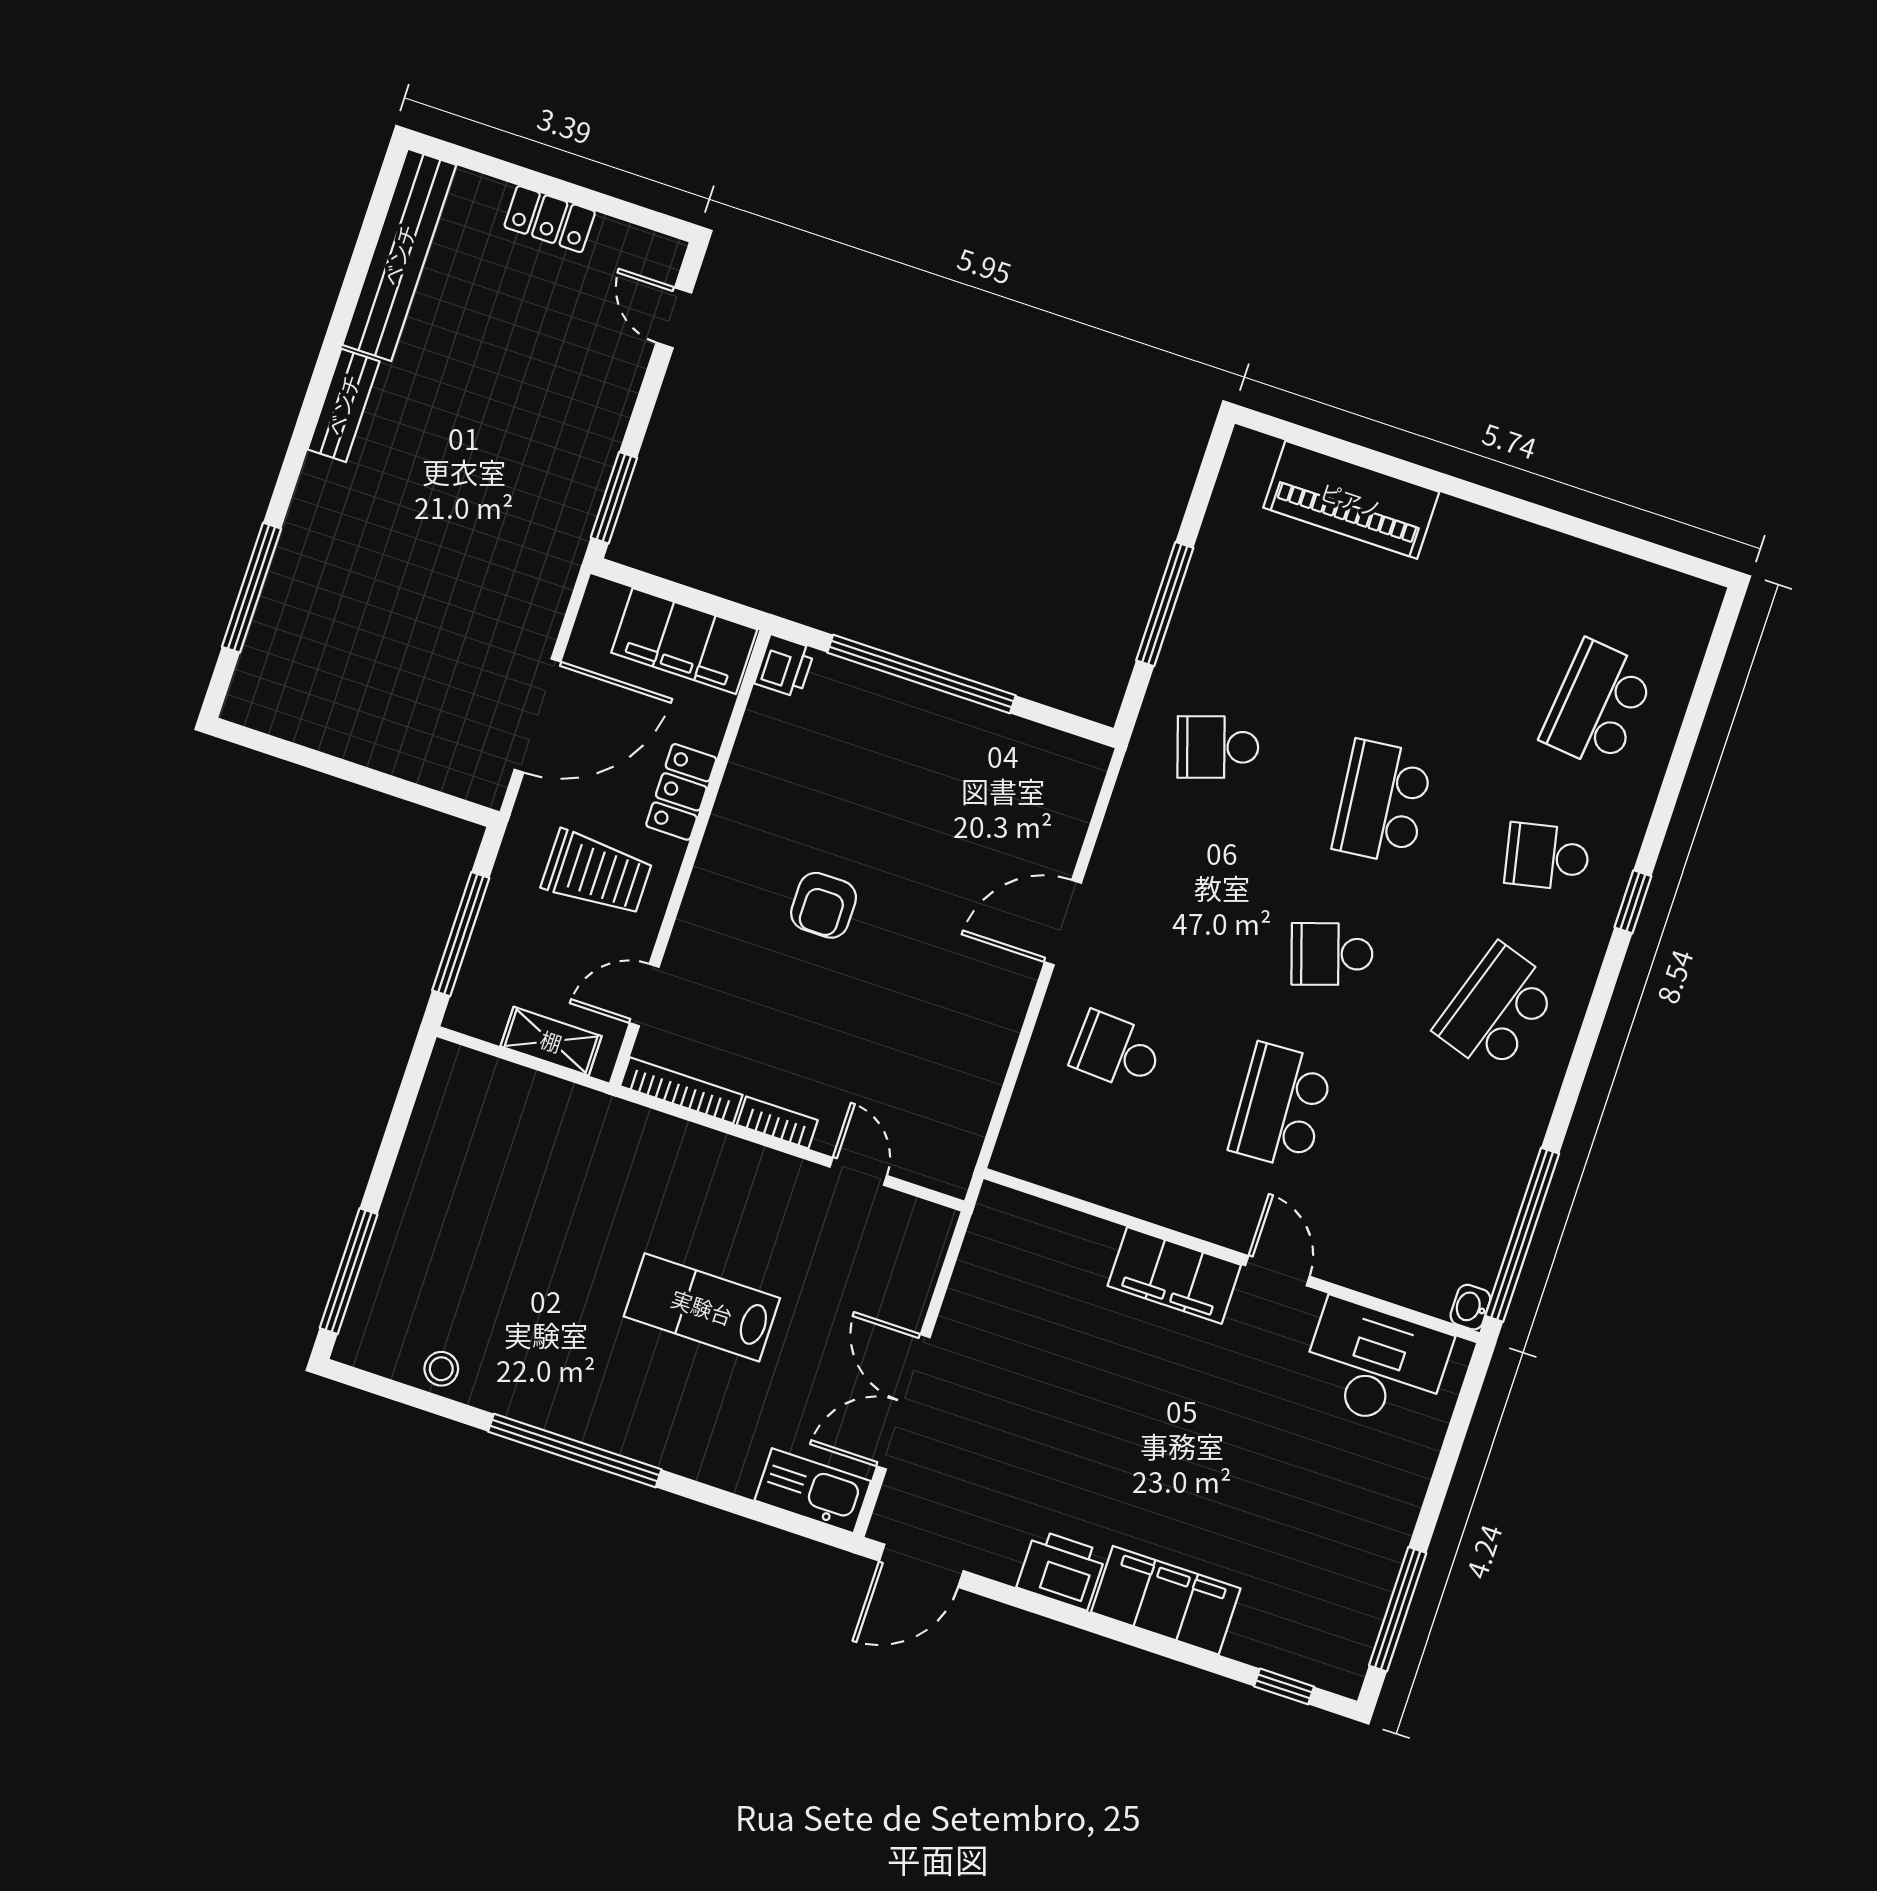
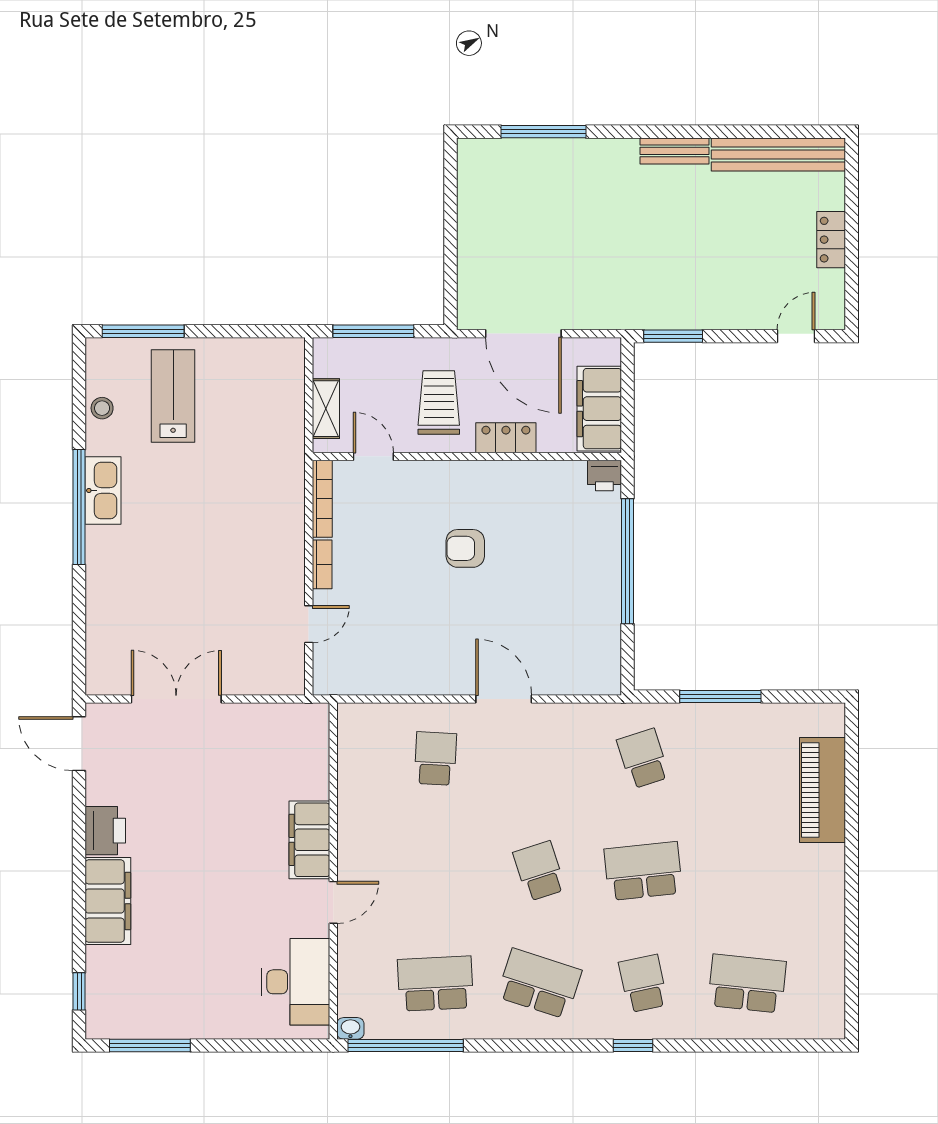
trolley: (597, 873) -> (439, 402), turned 180
school desk: (1281, 1106) -> (435, 984), moved
lab bench: (702, 1307) -> (173, 396), moved
kitchen sink: (813, 1491) -> (103, 491), moved

